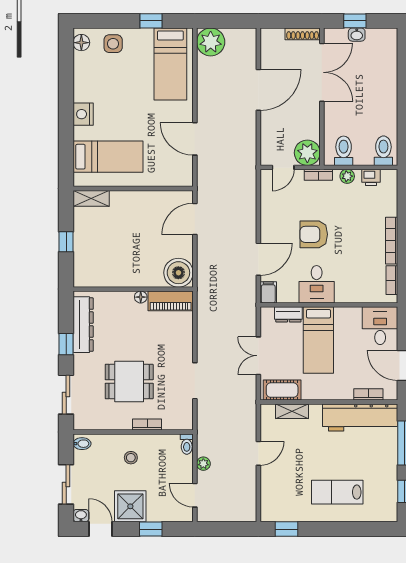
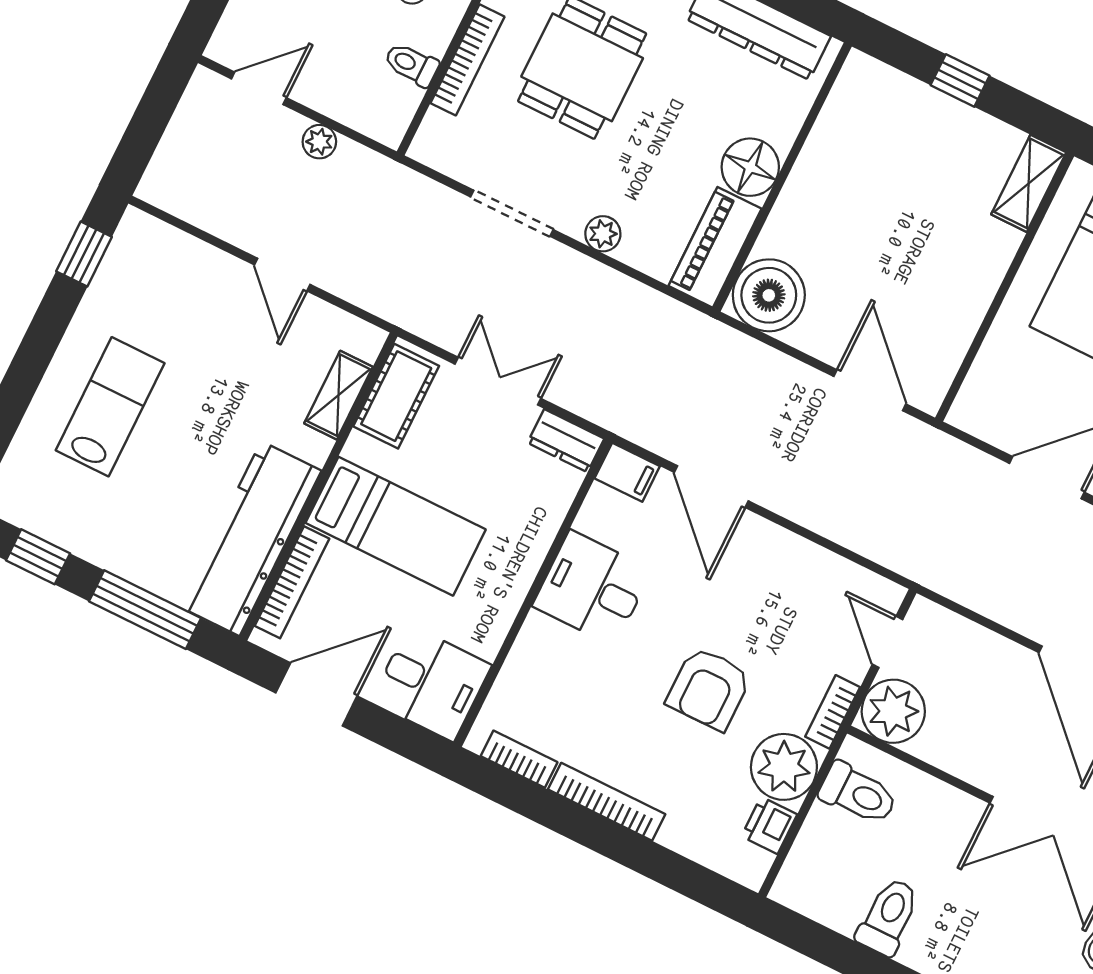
toilet: (383, 151) -> (888, 917), moved, turned -90
plant: (347, 176) -> (784, 767), width x1.87, depth x1.87
armchair: (314, 234) -> (709, 689), moved, turned 180
floor lamp: (141, 297) -> (750, 167), width x1.89, depth x1.89
dresser: (288, 314) -> (566, 441), moved, turned -90
bed: (318, 340) -> (396, 526), moved, turned 180
plant: (186, 344) -> (603, 234), added
bookcase: (368, 394) -> (292, 582), width x1.56
bookcase: (147, 425) -> (468, 60), width x1.56
toilet: (187, 444) -> (411, 64), moved

